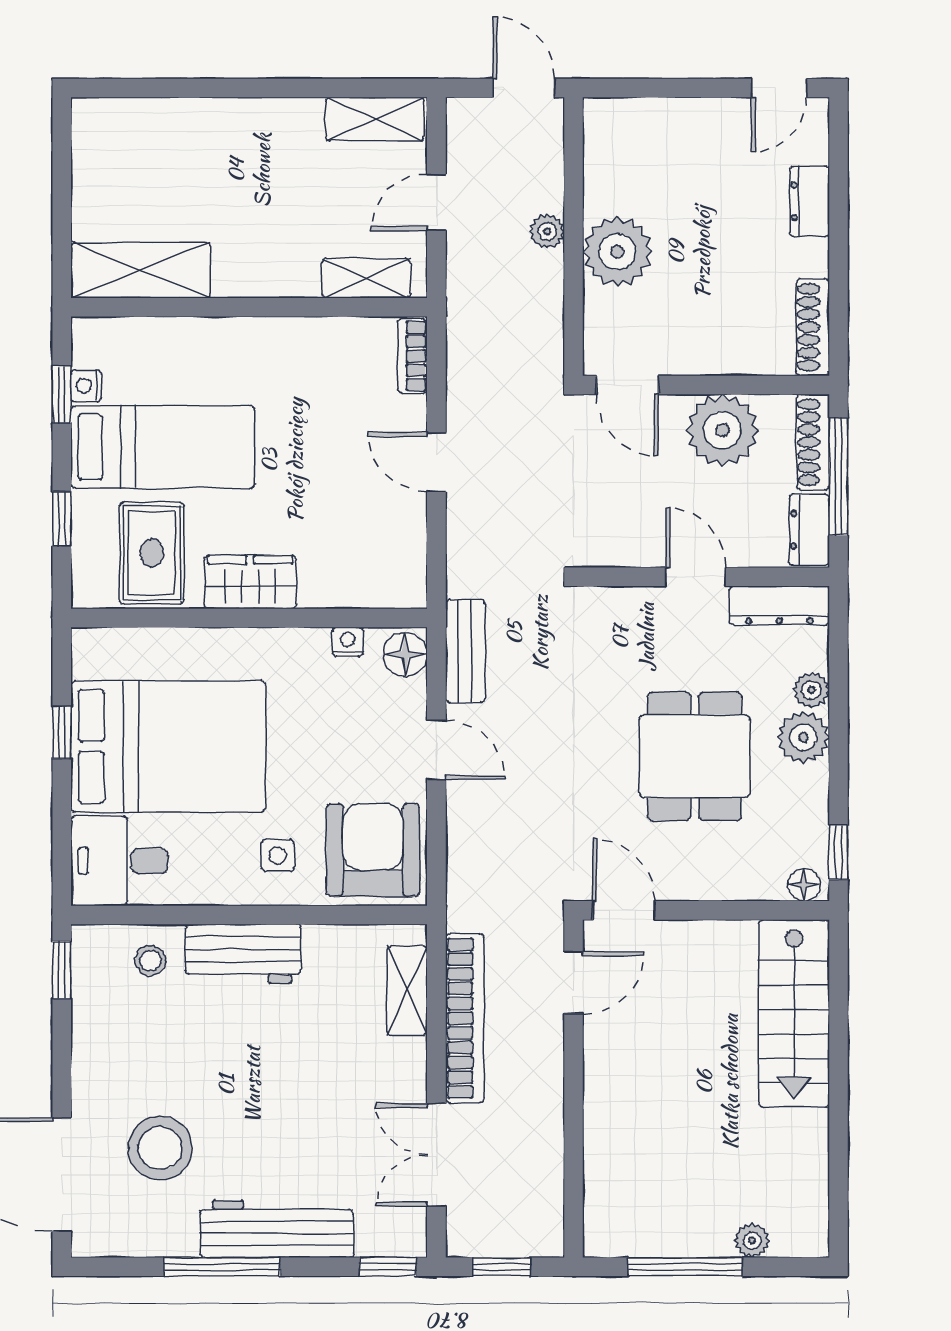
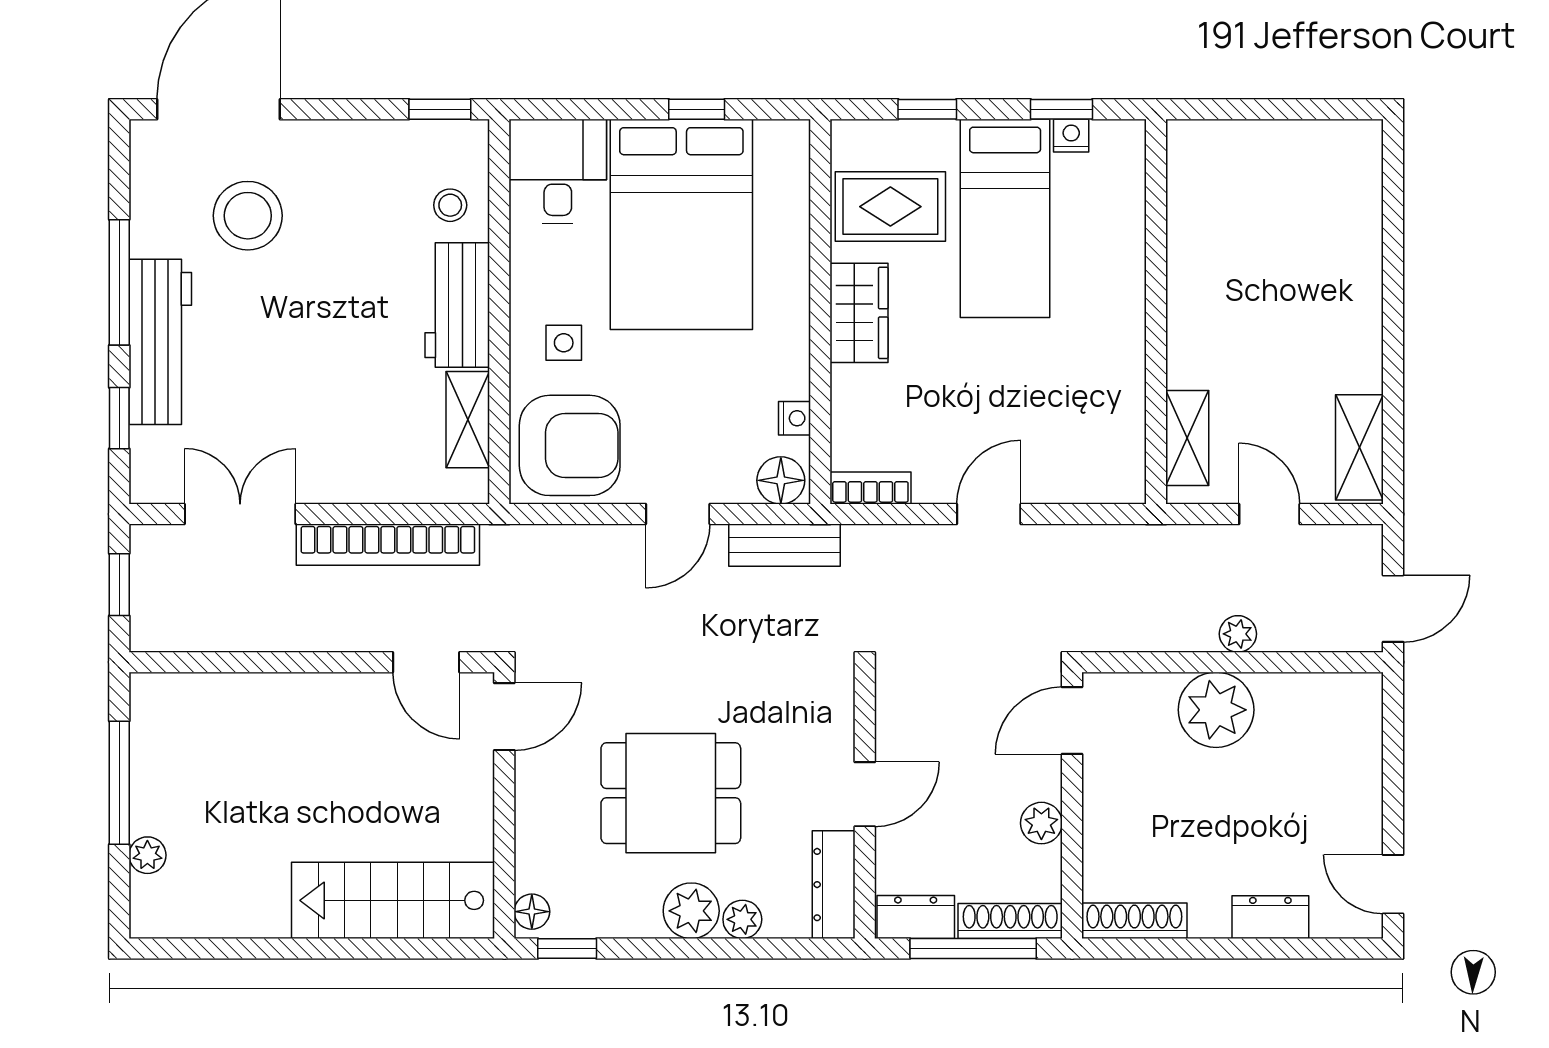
shelving: (141, 270) -> (1196, 194), removed
bookcase: (412, 356) -> (870, 488), moved
plant: (722, 430) -> (1041, 823), width x0.53, depth x0.53
shelving: (407, 991) -> (468, 420), moved, turned 90
window: (388, 1267) -> (119, 418), moved

